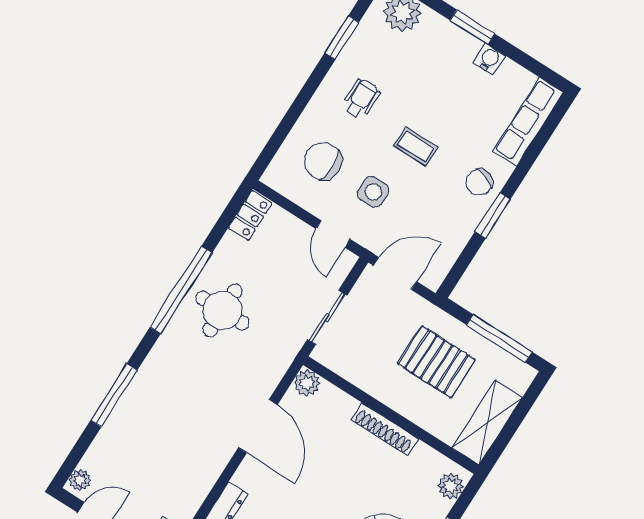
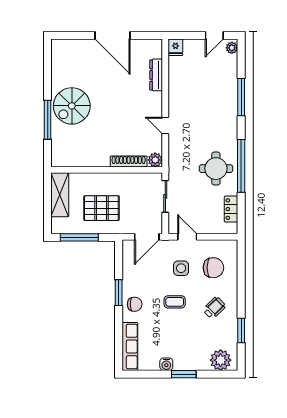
wheelchair: (361, 99) -> (214, 308), turned -134
chair: (480, 182) -> (135, 304), turned 72
locker: (250, 215) -> (231, 209), moved
door: (258, 426) -> (165, 126), width x0.53
shoe rack: (385, 429) -> (129, 161), moved
plant: (450, 486) -> (58, 154), removed

